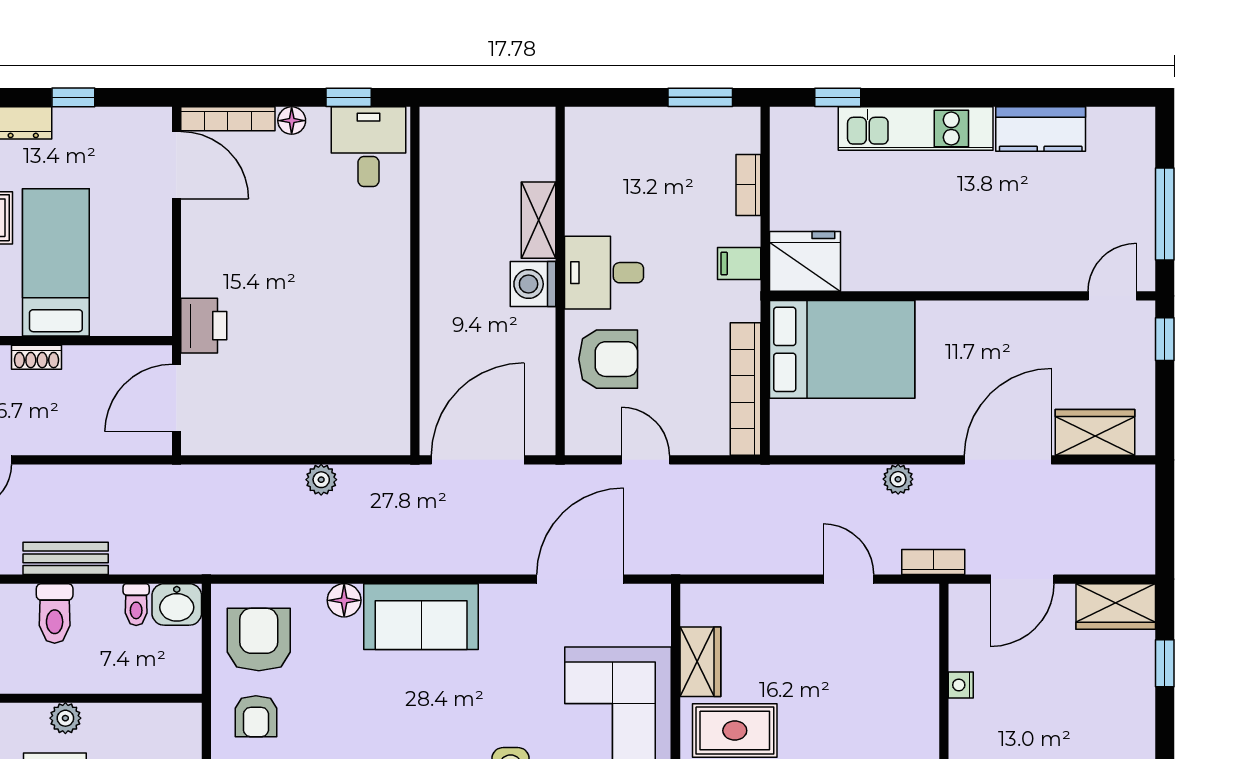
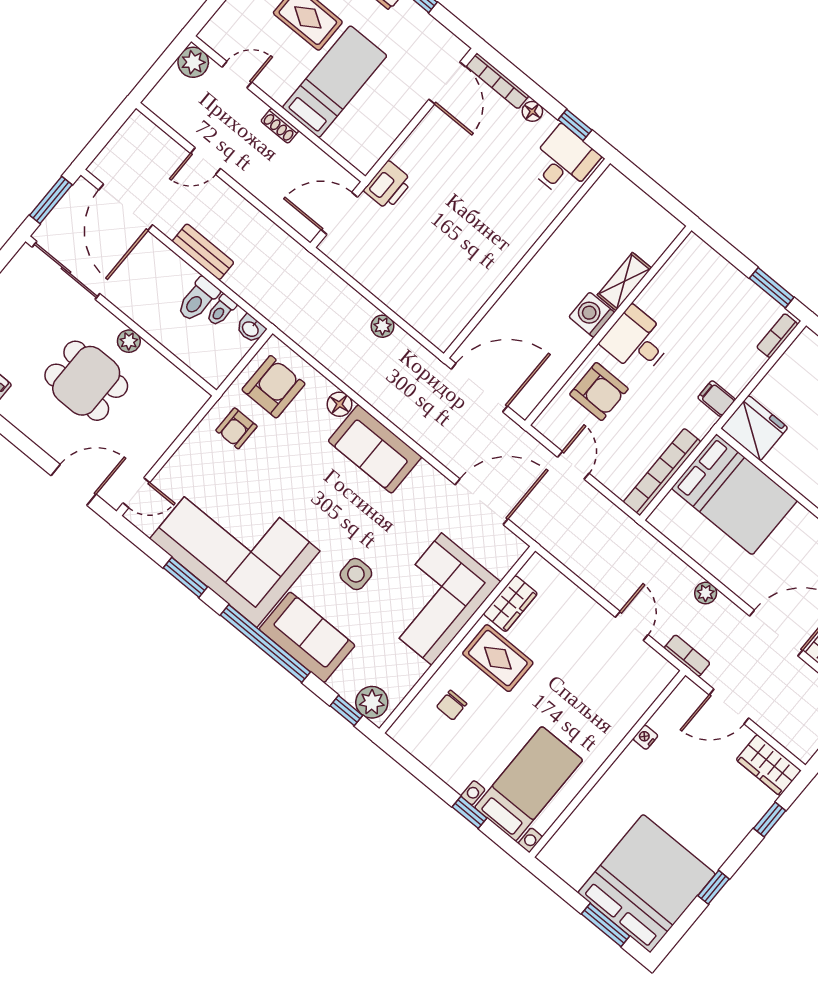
bookcase: (748, 185) -> (777, 336), moved
washbasin: (177, 604) -> (251, 329), width x0.72, depth x0.69
toilet: (55, 613) -> (198, 300), moved

